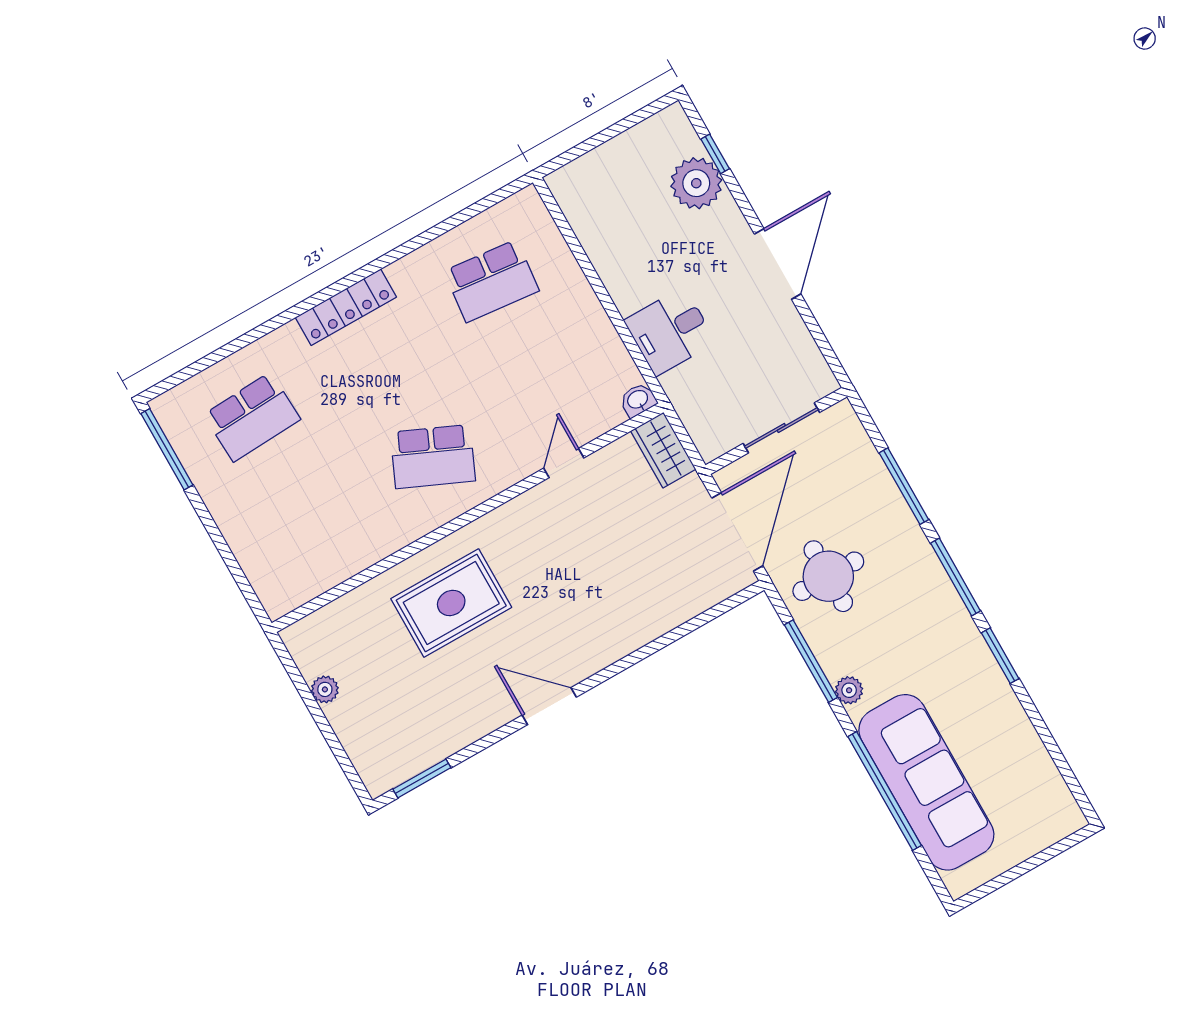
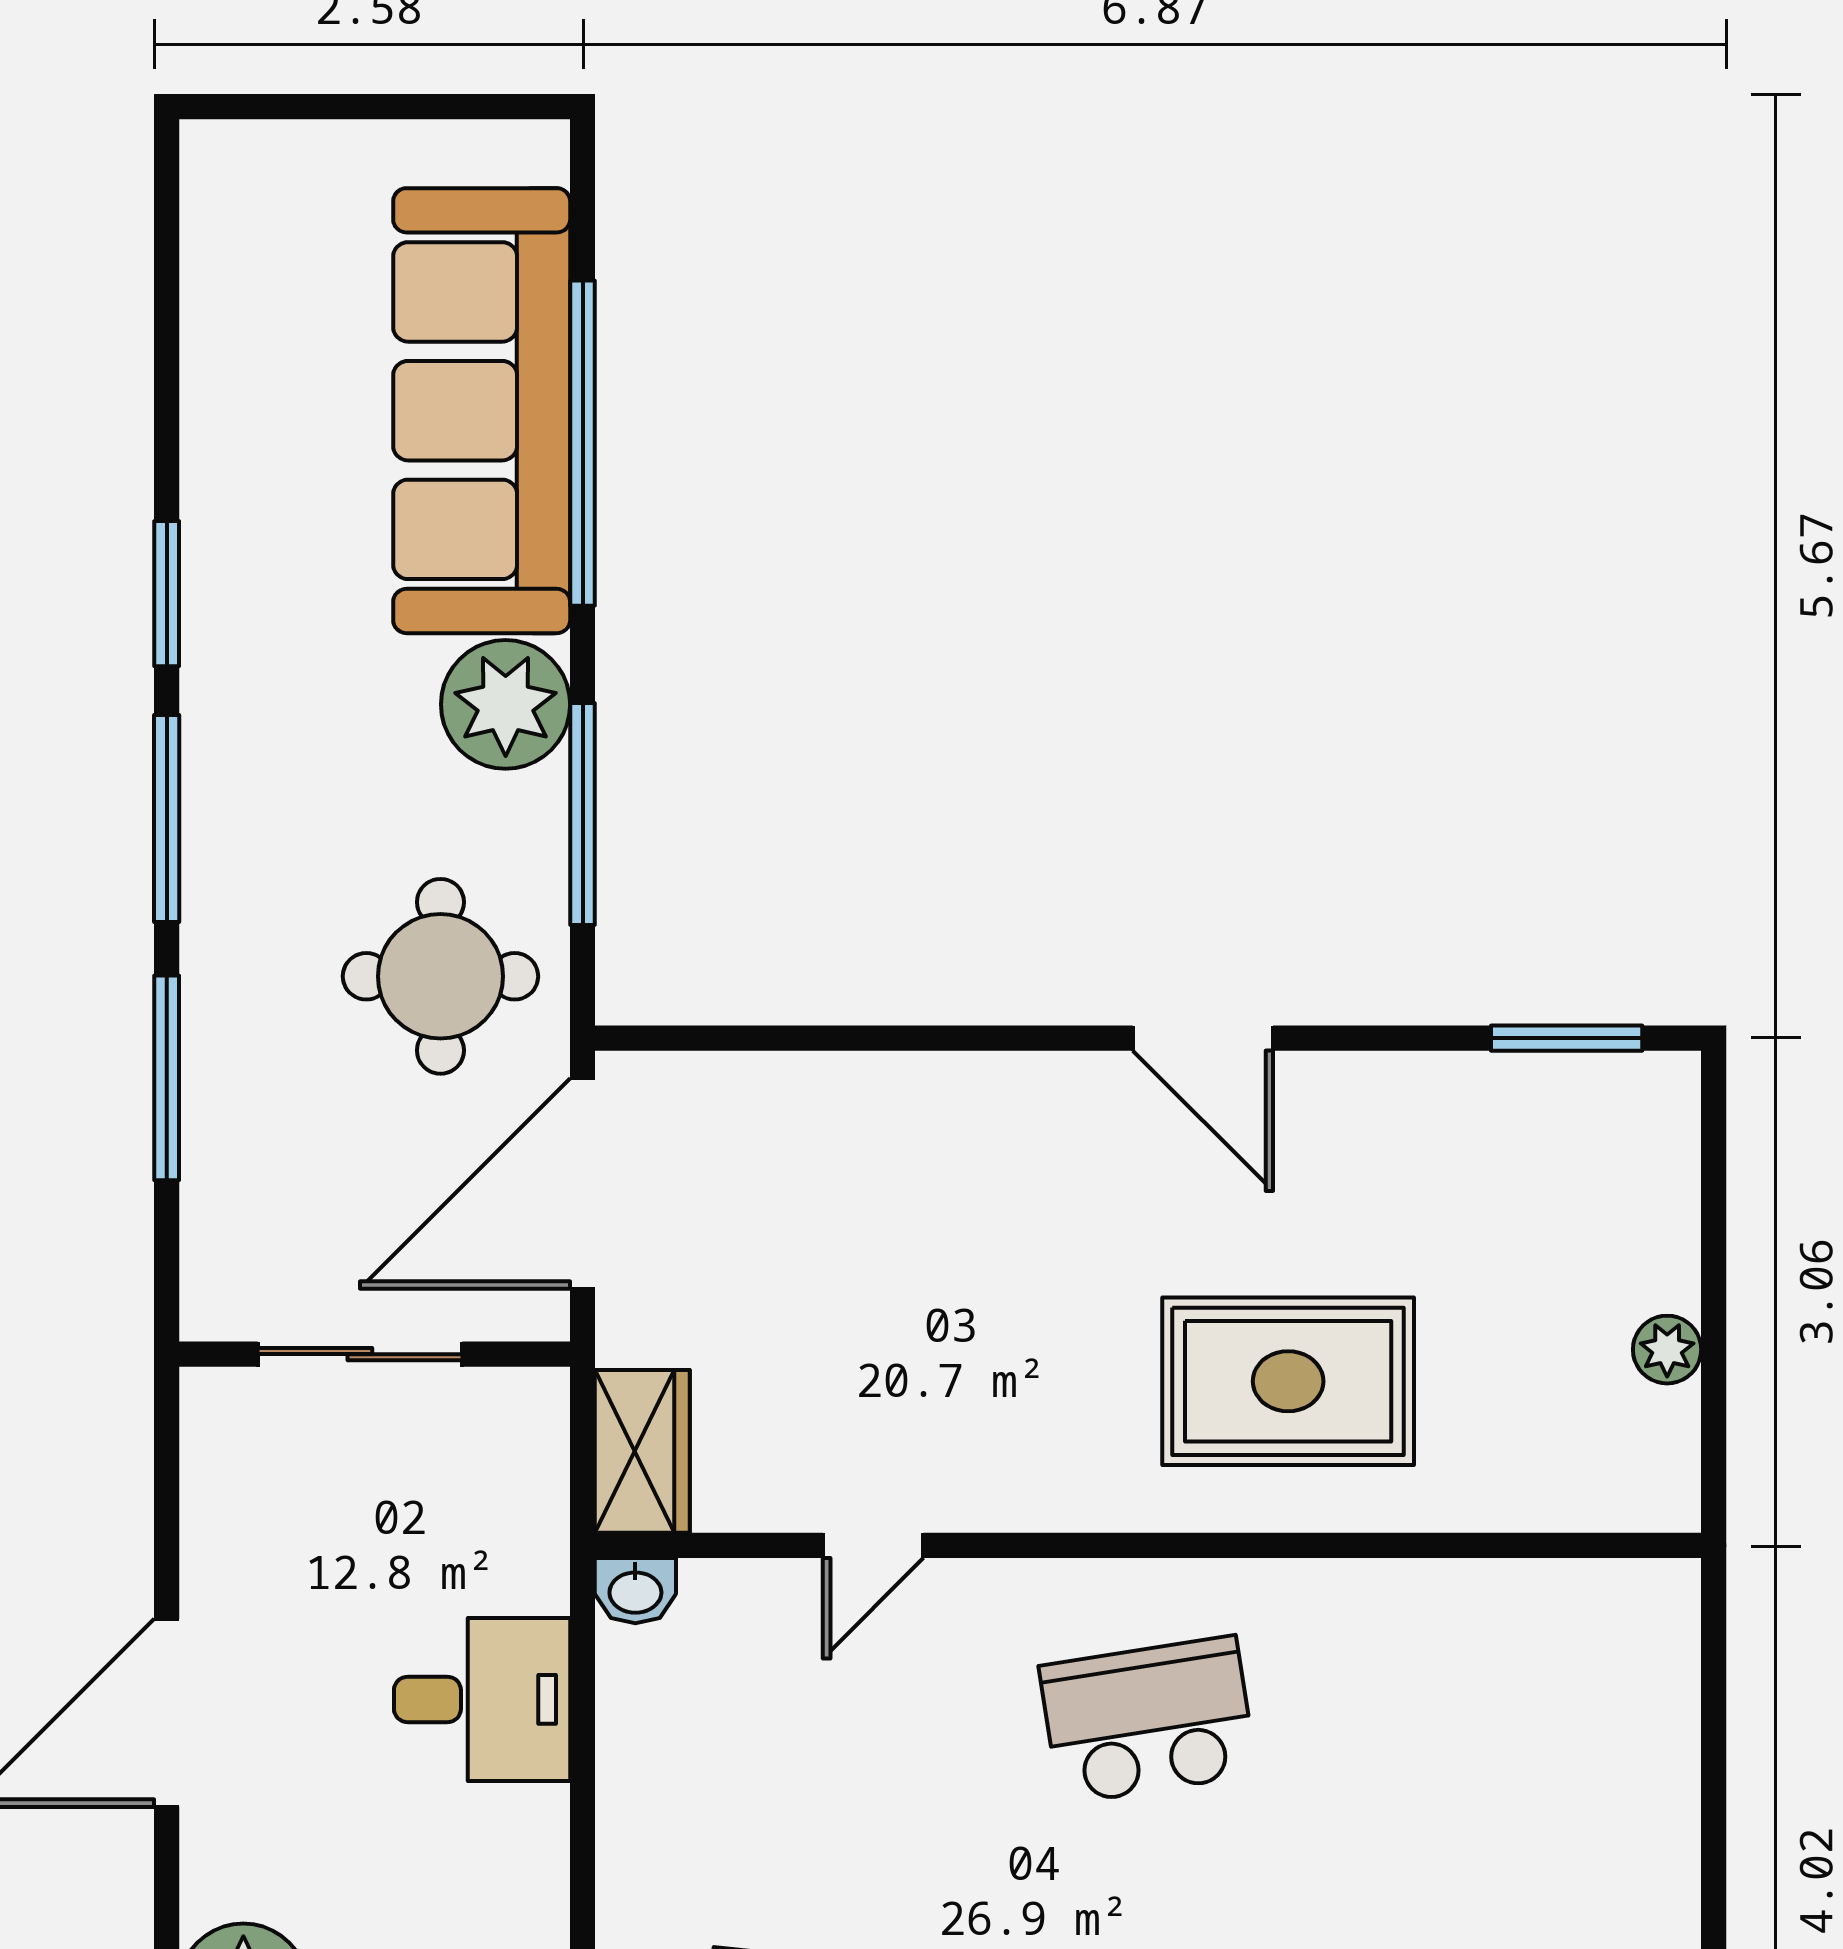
school desk: (433, 457) -> (1148, 1720), turned -33
plant: (849, 690) -> (506, 704), width x1.88, depth x1.88

